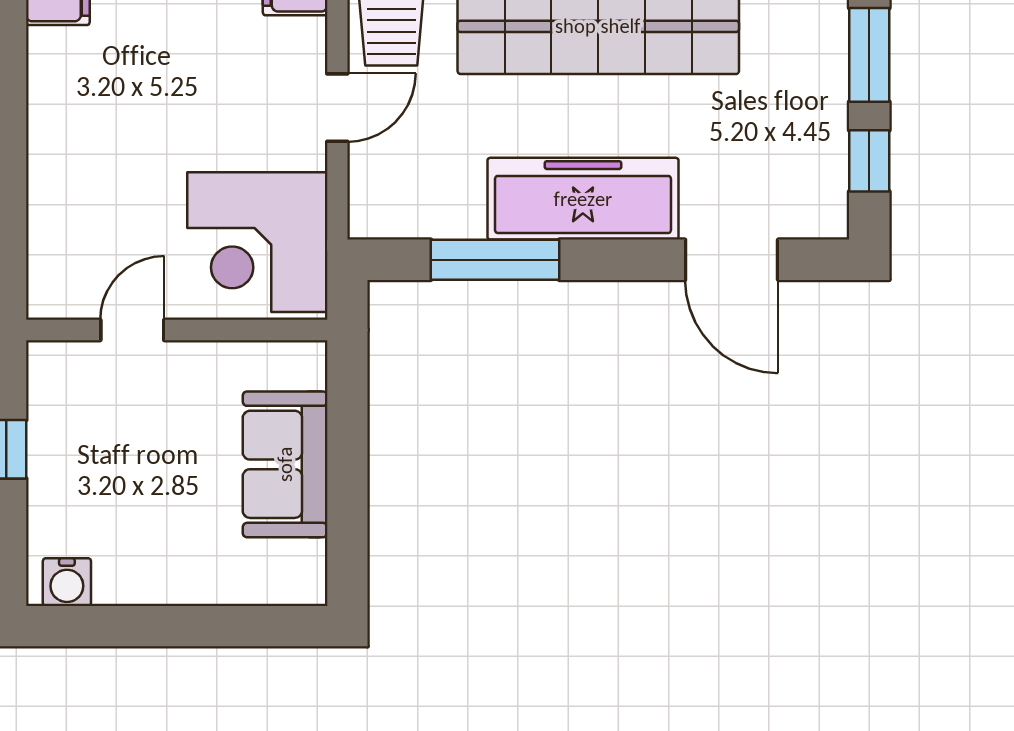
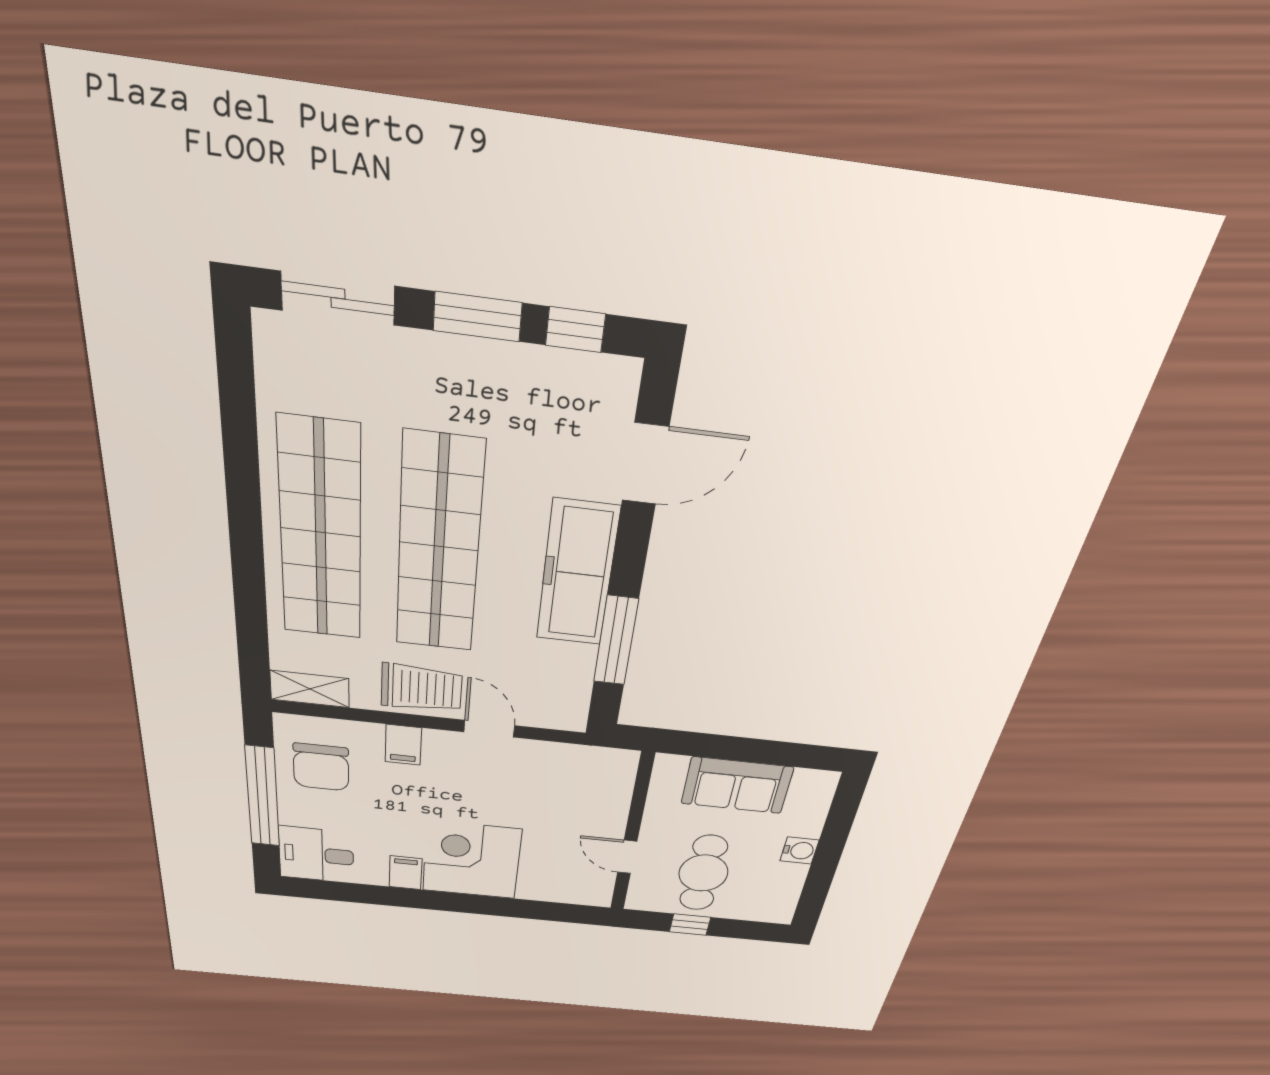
corner desk: (257, 242) -> (472, 860), moved, turned 180
cafe table: (115, 449) -> (703, 873), added
water cooler: (67, 582) -> (799, 850), moved

